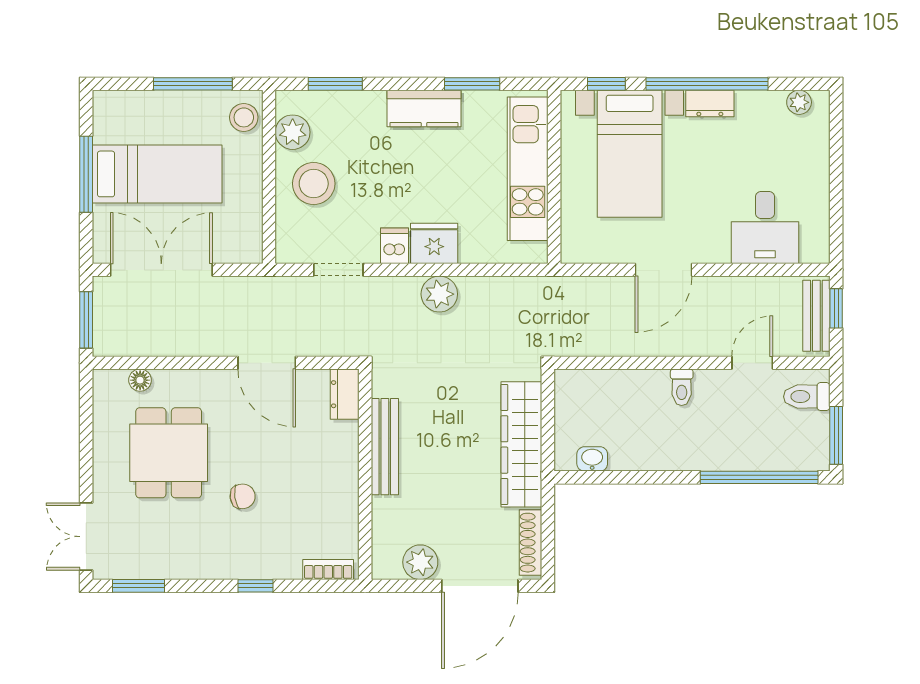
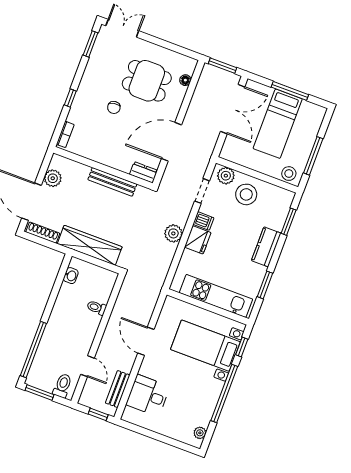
dresser: (710, 103) -> (215, 391), removed
kitchen counter: (424, 108) -> (266, 247), moved
plant: (293, 132) -> (226, 176), moved
bench: (816, 316) -> (118, 389), moved, turned 90
door: (267, 363) -> (171, 142), width x1.36
toilet: (682, 387) -> (97, 308), moved

